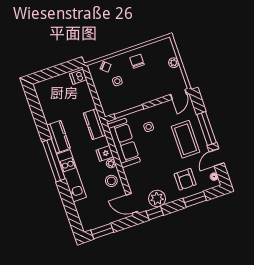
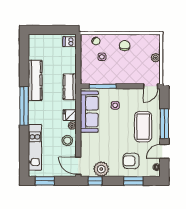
kitchen counter: (58, 137) -> (35, 80), width x1.50
kitchen unit: (72, 176) -> (35, 147), moved
armchair: (185, 179) -> (131, 161), turned 90

